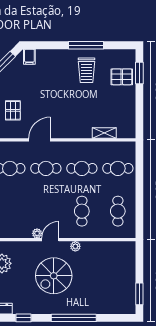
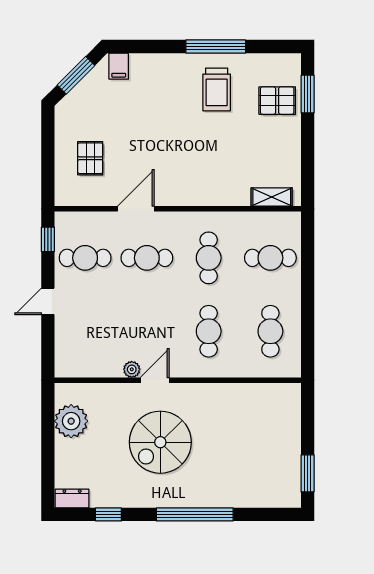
shelving: (104, 133) -> (272, 197), moved
cafe table: (82, 168) -> (209, 258), turned 90
plant: (75, 246) -> (198, 392), removed

